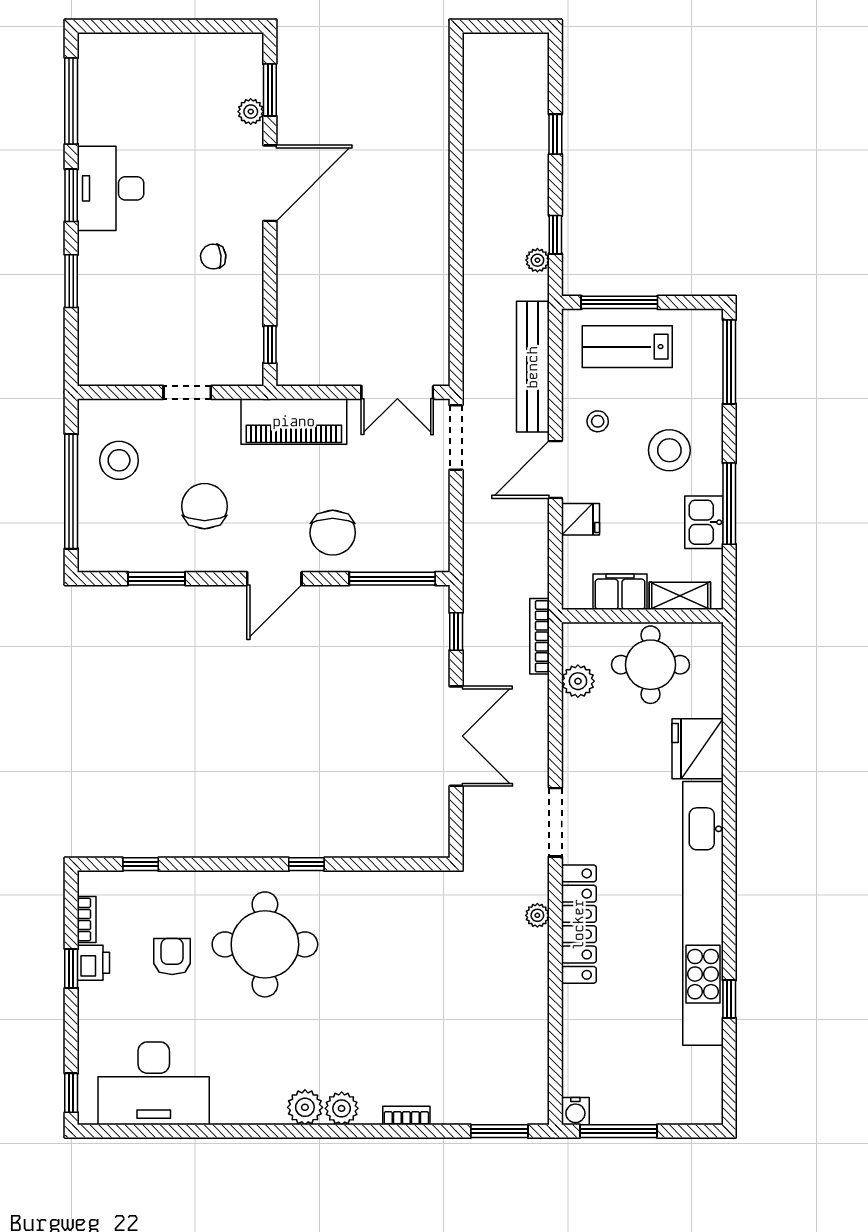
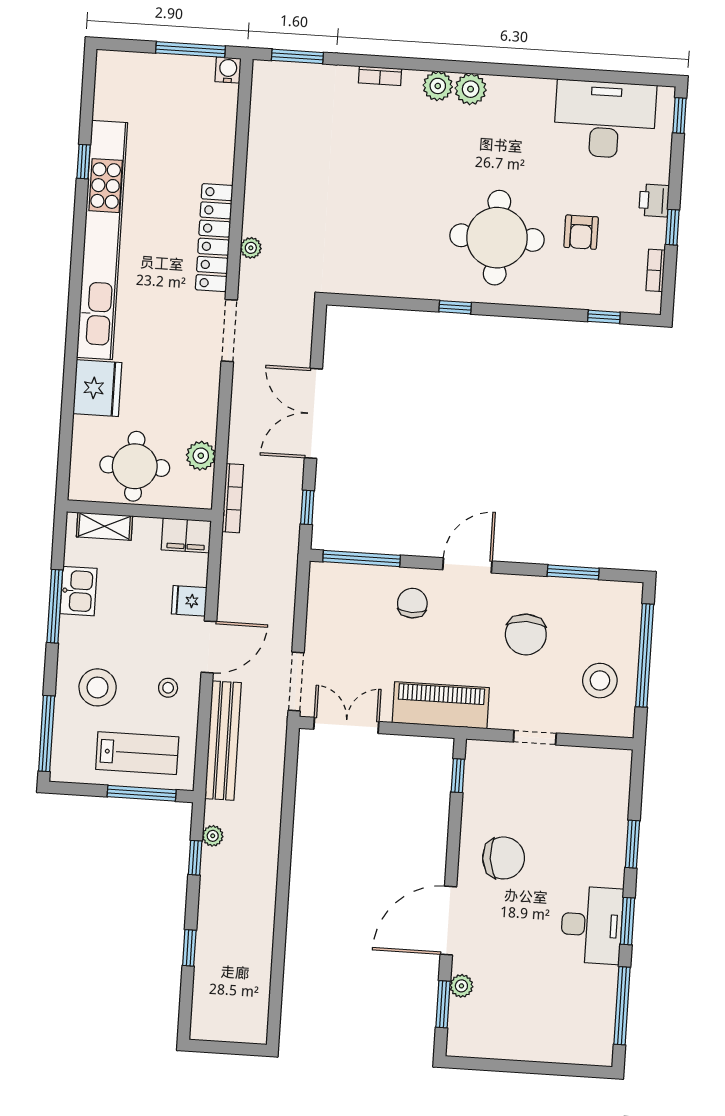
chair: (213, 257) -> (504, 858), width x1.87, depth x1.87
stool: (669, 450) -> (98, 687), moved
chair: (333, 533) -> (412, 603), width x0.73, depth x0.73
filing cabinet: (620, 592) -> (186, 535), moved
printer: (93, 963) -> (654, 200), moved

